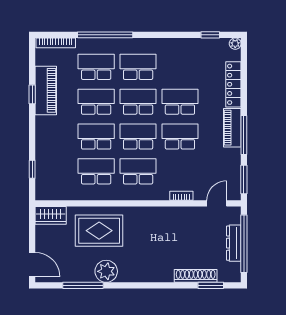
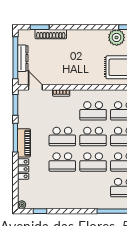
school desk: (138, 67) -> (93, 188), removed
locker: (233, 84) -> (23, 169), width x0.66
door: (217, 203) -> (35, 87), swing flipped

